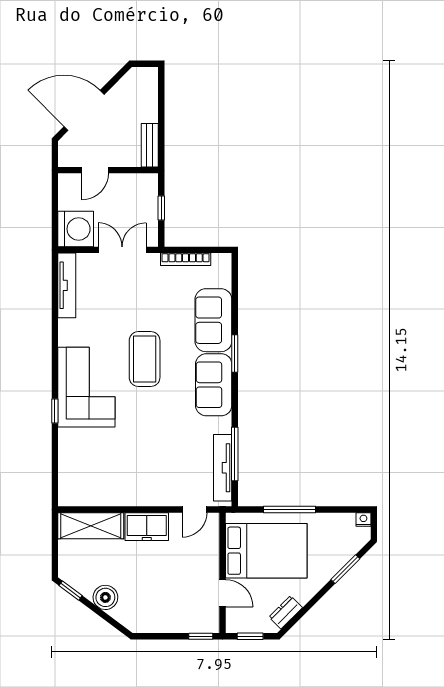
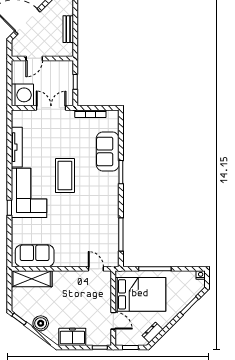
bench: (150, 145) -> (68, 29), moved
tv unit: (67, 285) -> (17, 147), moved
sofa: (214, 385) -> (35, 256), moved, turned 90
tv unit: (223, 468) -> (113, 243), removed
door: (194, 510) -> (96, 269), swing flipped
freezer: (147, 527) -> (72, 337), moved, turned 180

